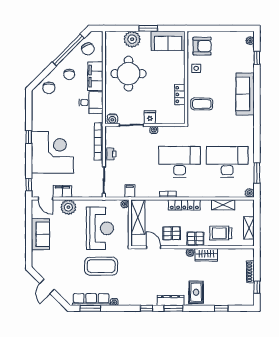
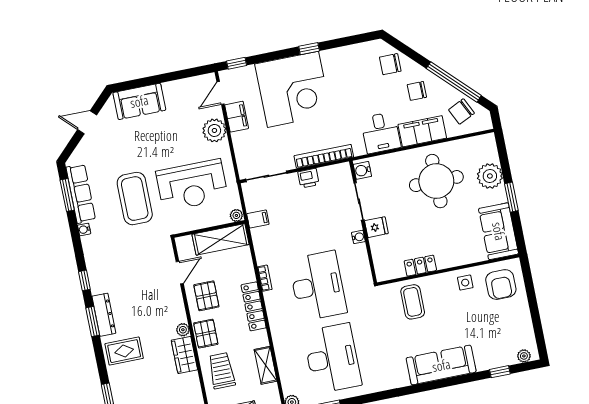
sofa: (40, 234) -> (139, 101), moved

